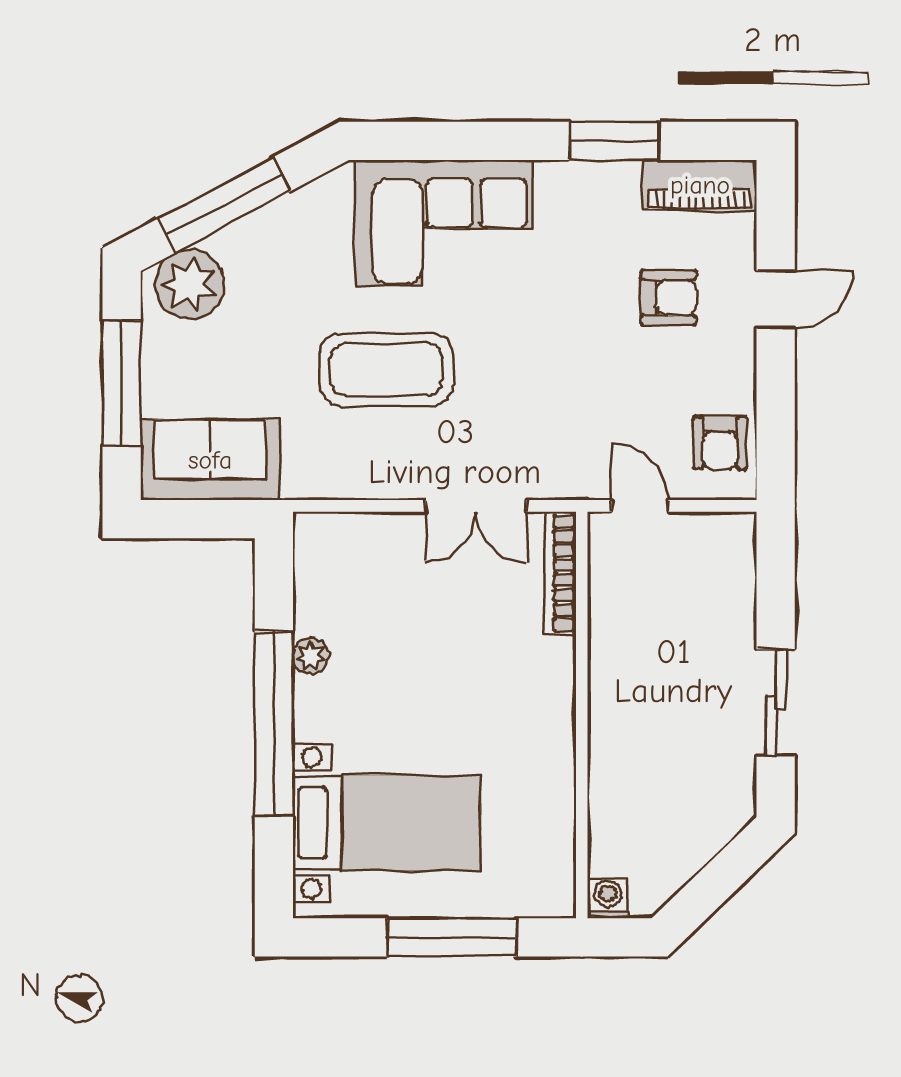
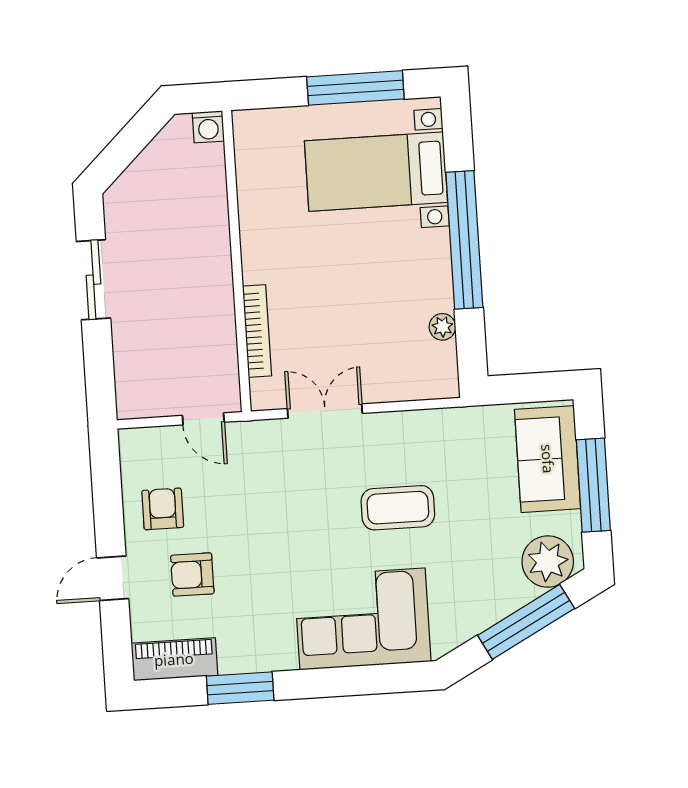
coffee table: (386, 369) -> (398, 508), width x0.73, depth x0.76
armchair: (720, 443) -> (163, 509), moved
sofa: (210, 460) -> (548, 459), moved, turned 90
bookcase: (560, 573) -> (257, 331), moved
plant: (311, 656) -> (442, 327), moved
window: (452, 937) -> (355, 88), moved

